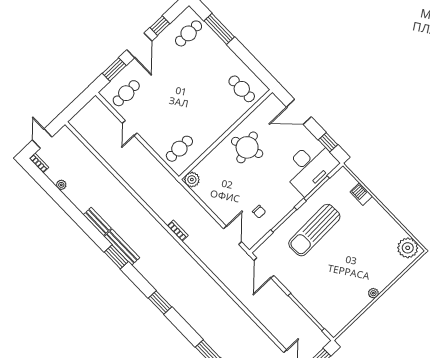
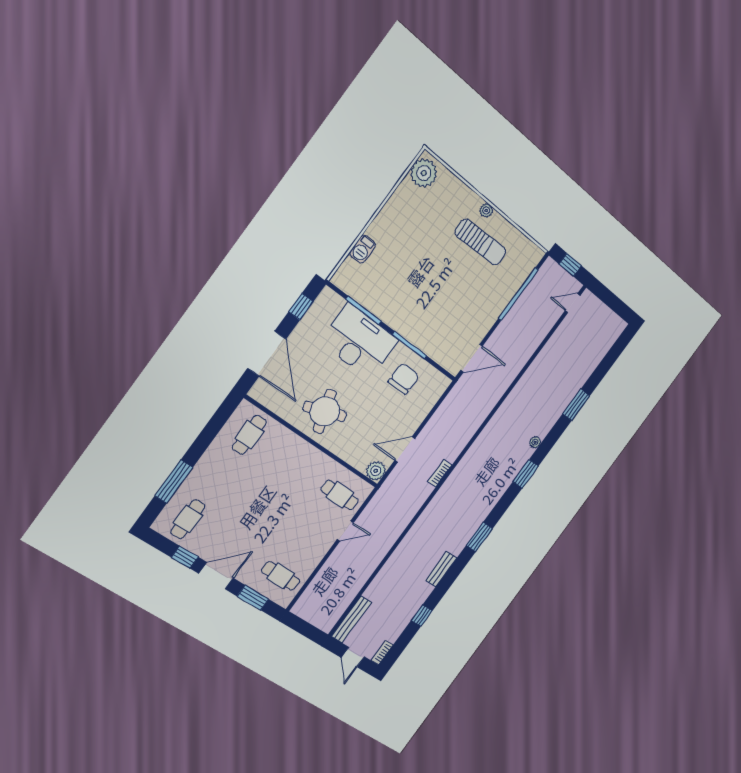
cafe table: (189, 33) -> (188, 519), turned 90
door: (299, 112) -> (267, 354), width x1.36
door: (130, 128) -> (345, 531), moved
door: (42, 139) -> (353, 657), hinge flipped
desk: (310, 167) -> (359, 341), moved
plant: (61, 185) -> (535, 442), moved
window: (62, 200) -> (422, 616), added
chair: (259, 212) -> (404, 379), width x1.87, depth x1.87
sun lounger: (314, 230) -> (481, 242), moved, width x0.73, depth x0.75
door: (232, 235) -> (405, 449), moved
bench: (122, 247) -> (351, 619), moved

